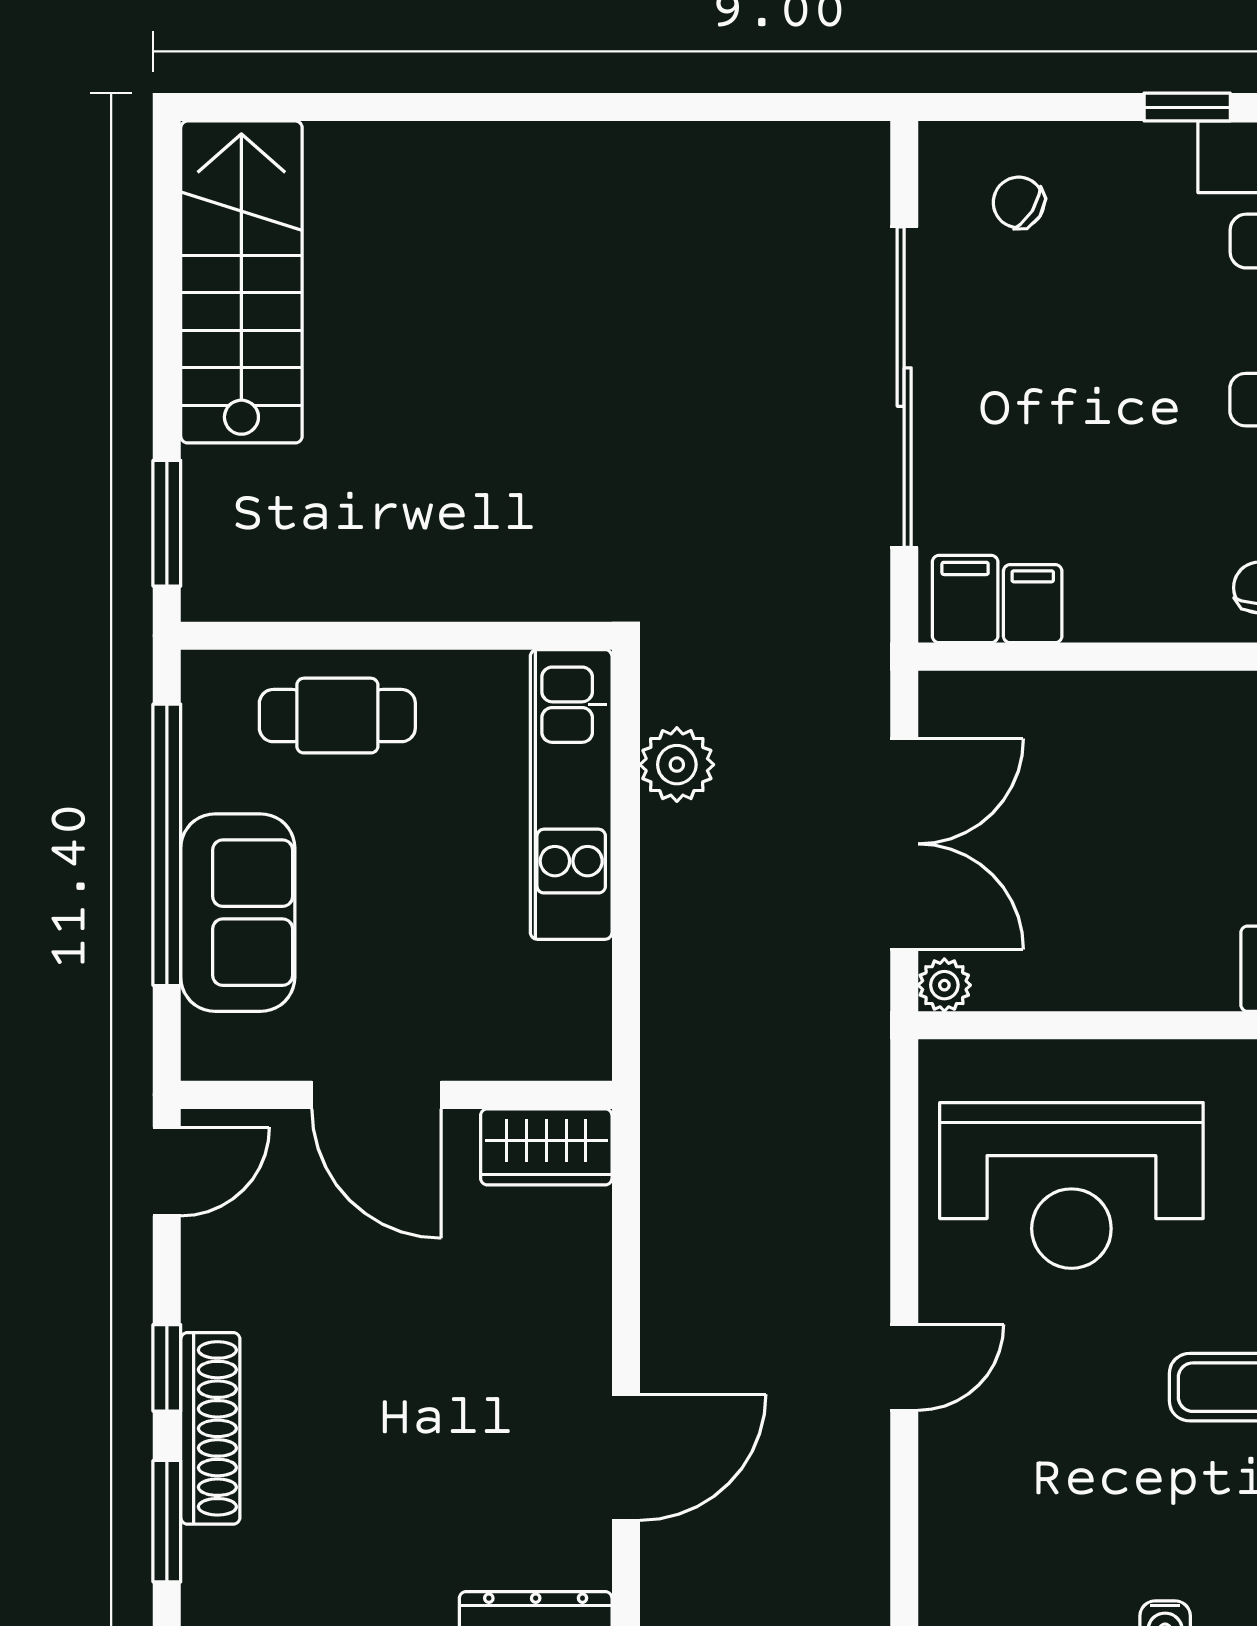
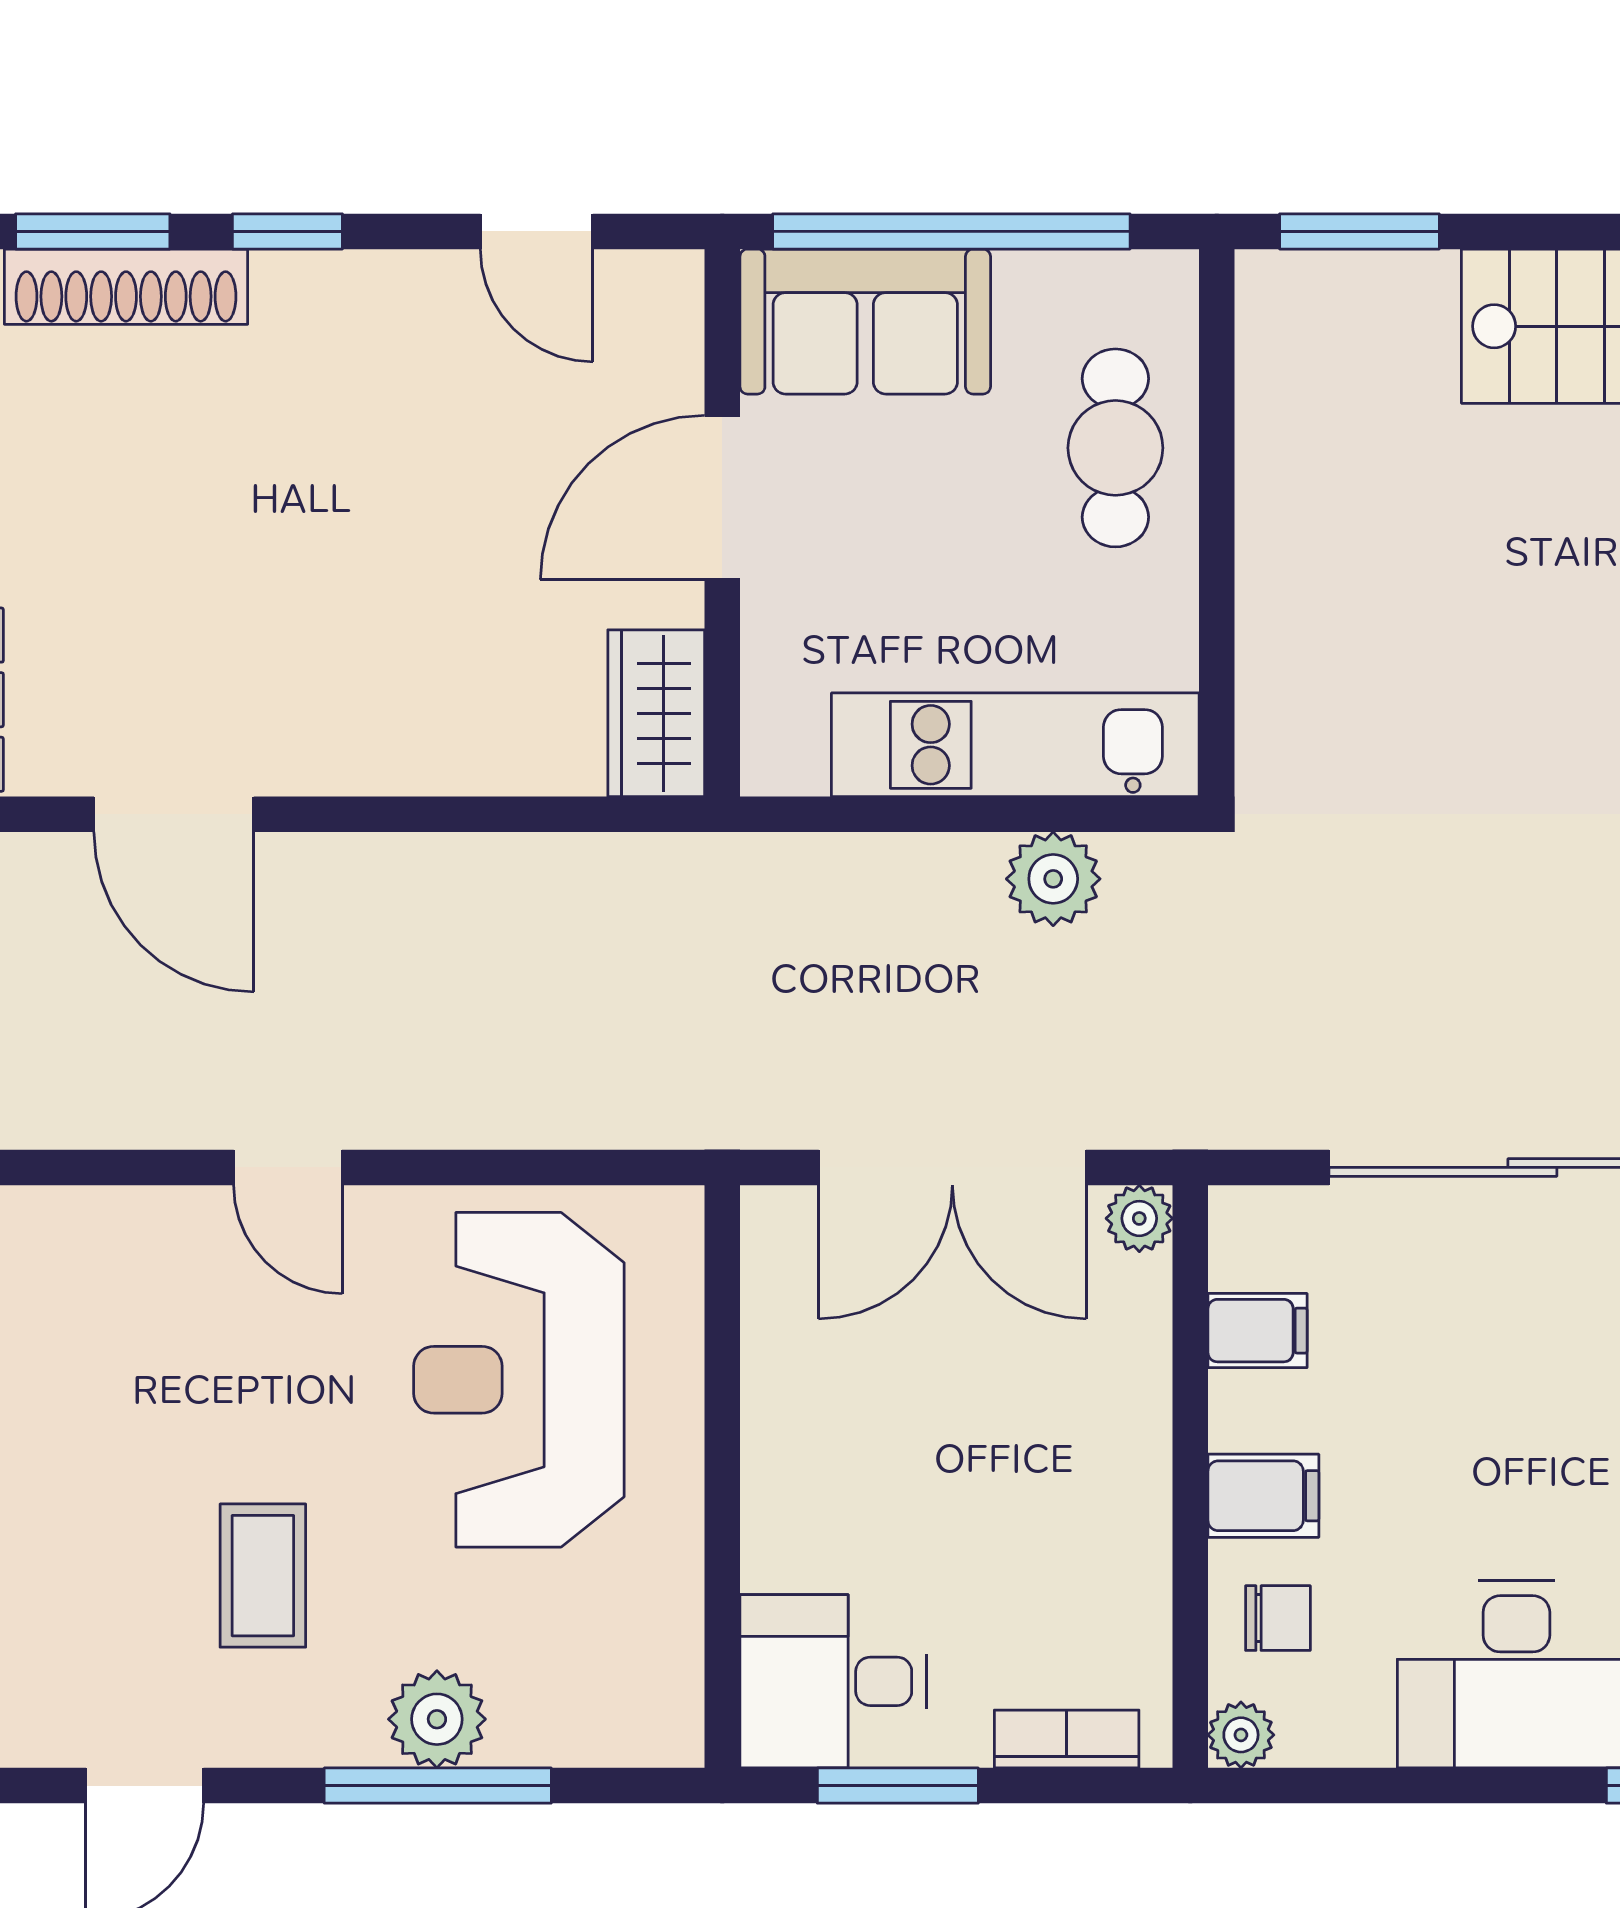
filing cabinet: (965, 599) -> (1263, 1496), moved
plant: (944, 985) -> (1139, 1218), moved
door: (376, 1095) -> (722, 498), moved
wall: (396, 1095) -> (722, 523), moved
wardrobe: (546, 1147) -> (656, 713), moved
shoe rack: (210, 1428) -> (126, 287), moved

